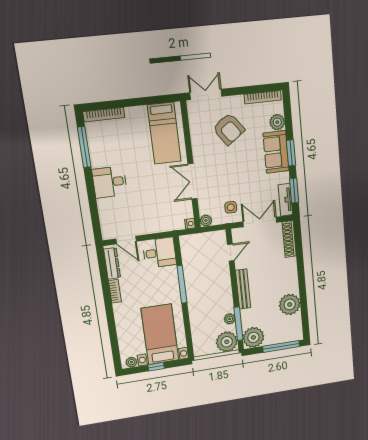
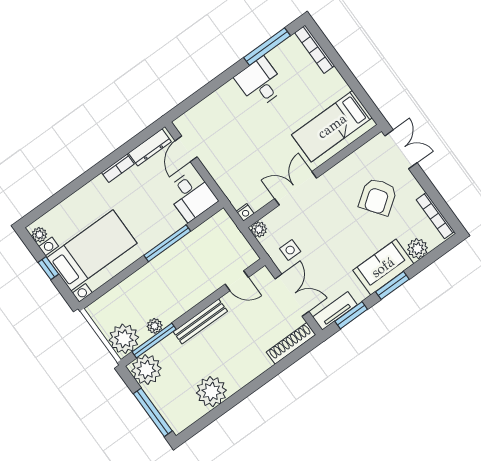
desk: (110, 182) -> (260, 83), moved

